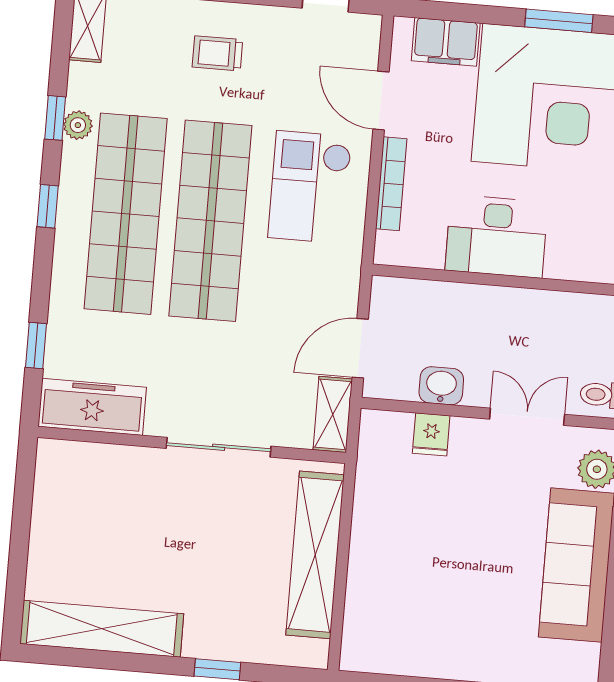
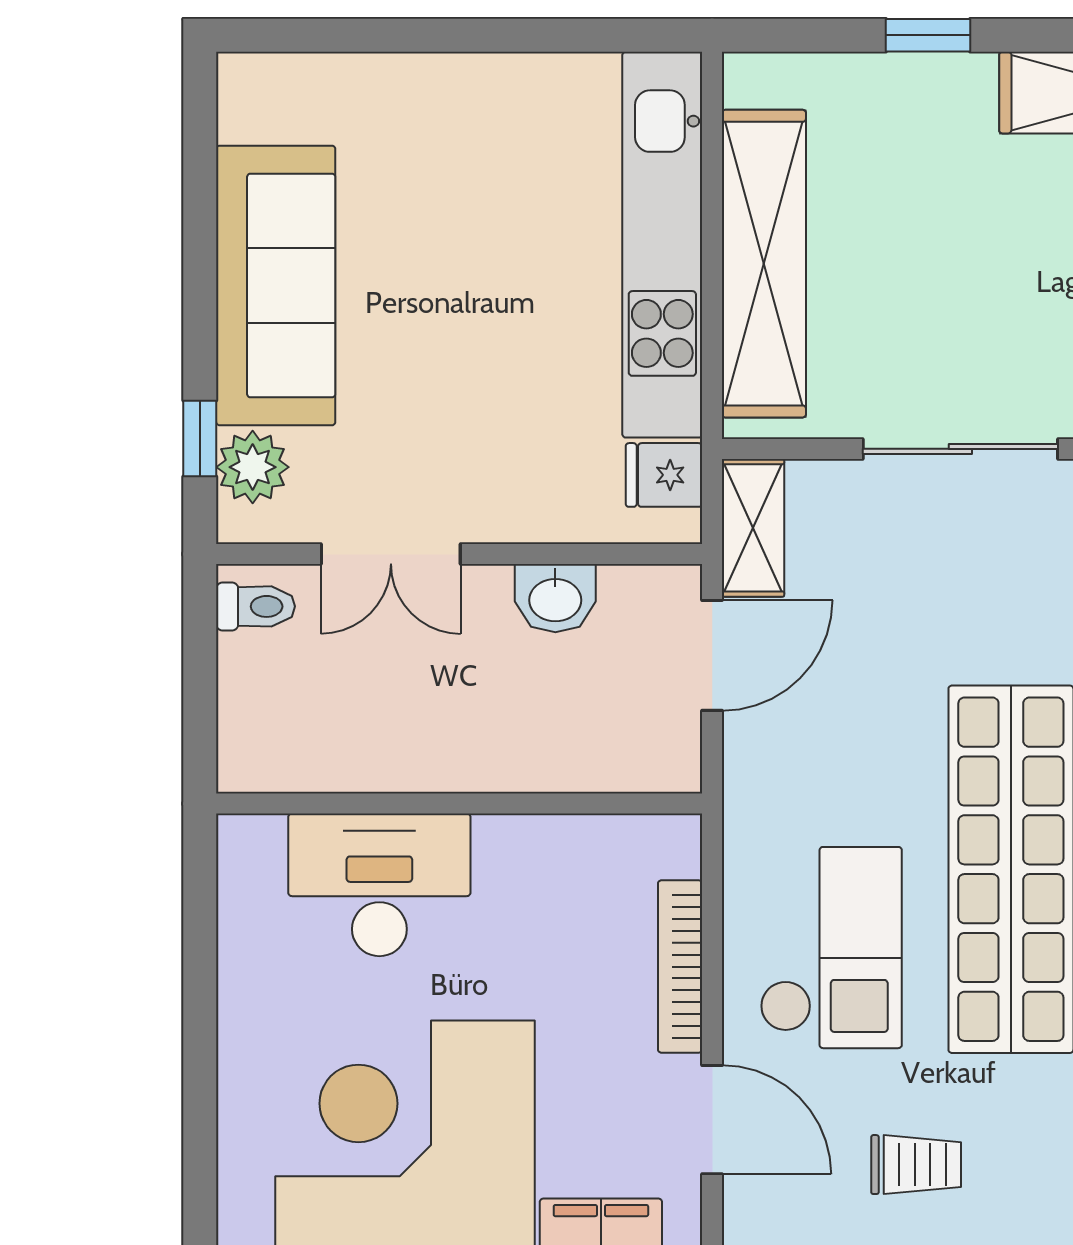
trolley: (217, 53) -> (916, 1165), moved
desk: (496, 236) -> (379, 885), moved
fridge: (431, 434) -> (664, 475), moved, turned -90
kitchen unit: (368, 569) -> (662, 245), added

